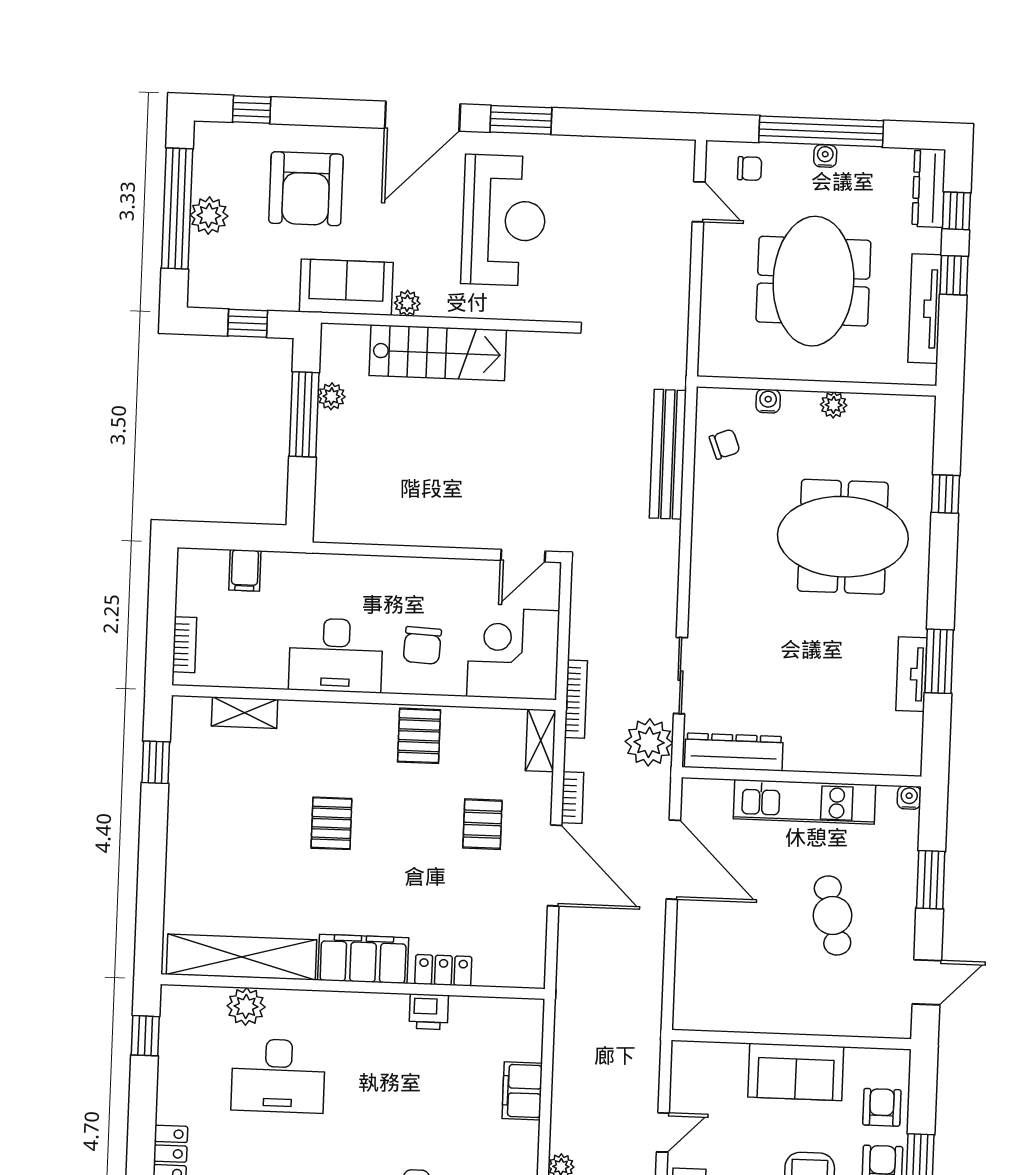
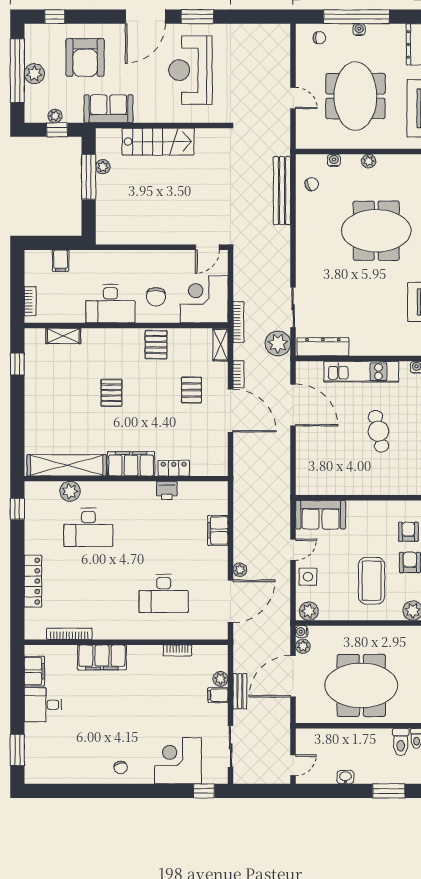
door: (699, 202) -> (293, 98), moved
reception desk: (504, 220) -> (190, 70), turned 180
plant: (407, 303) -> (55, 116), moved
sofa: (796, 1072) -> (321, 515), moved

